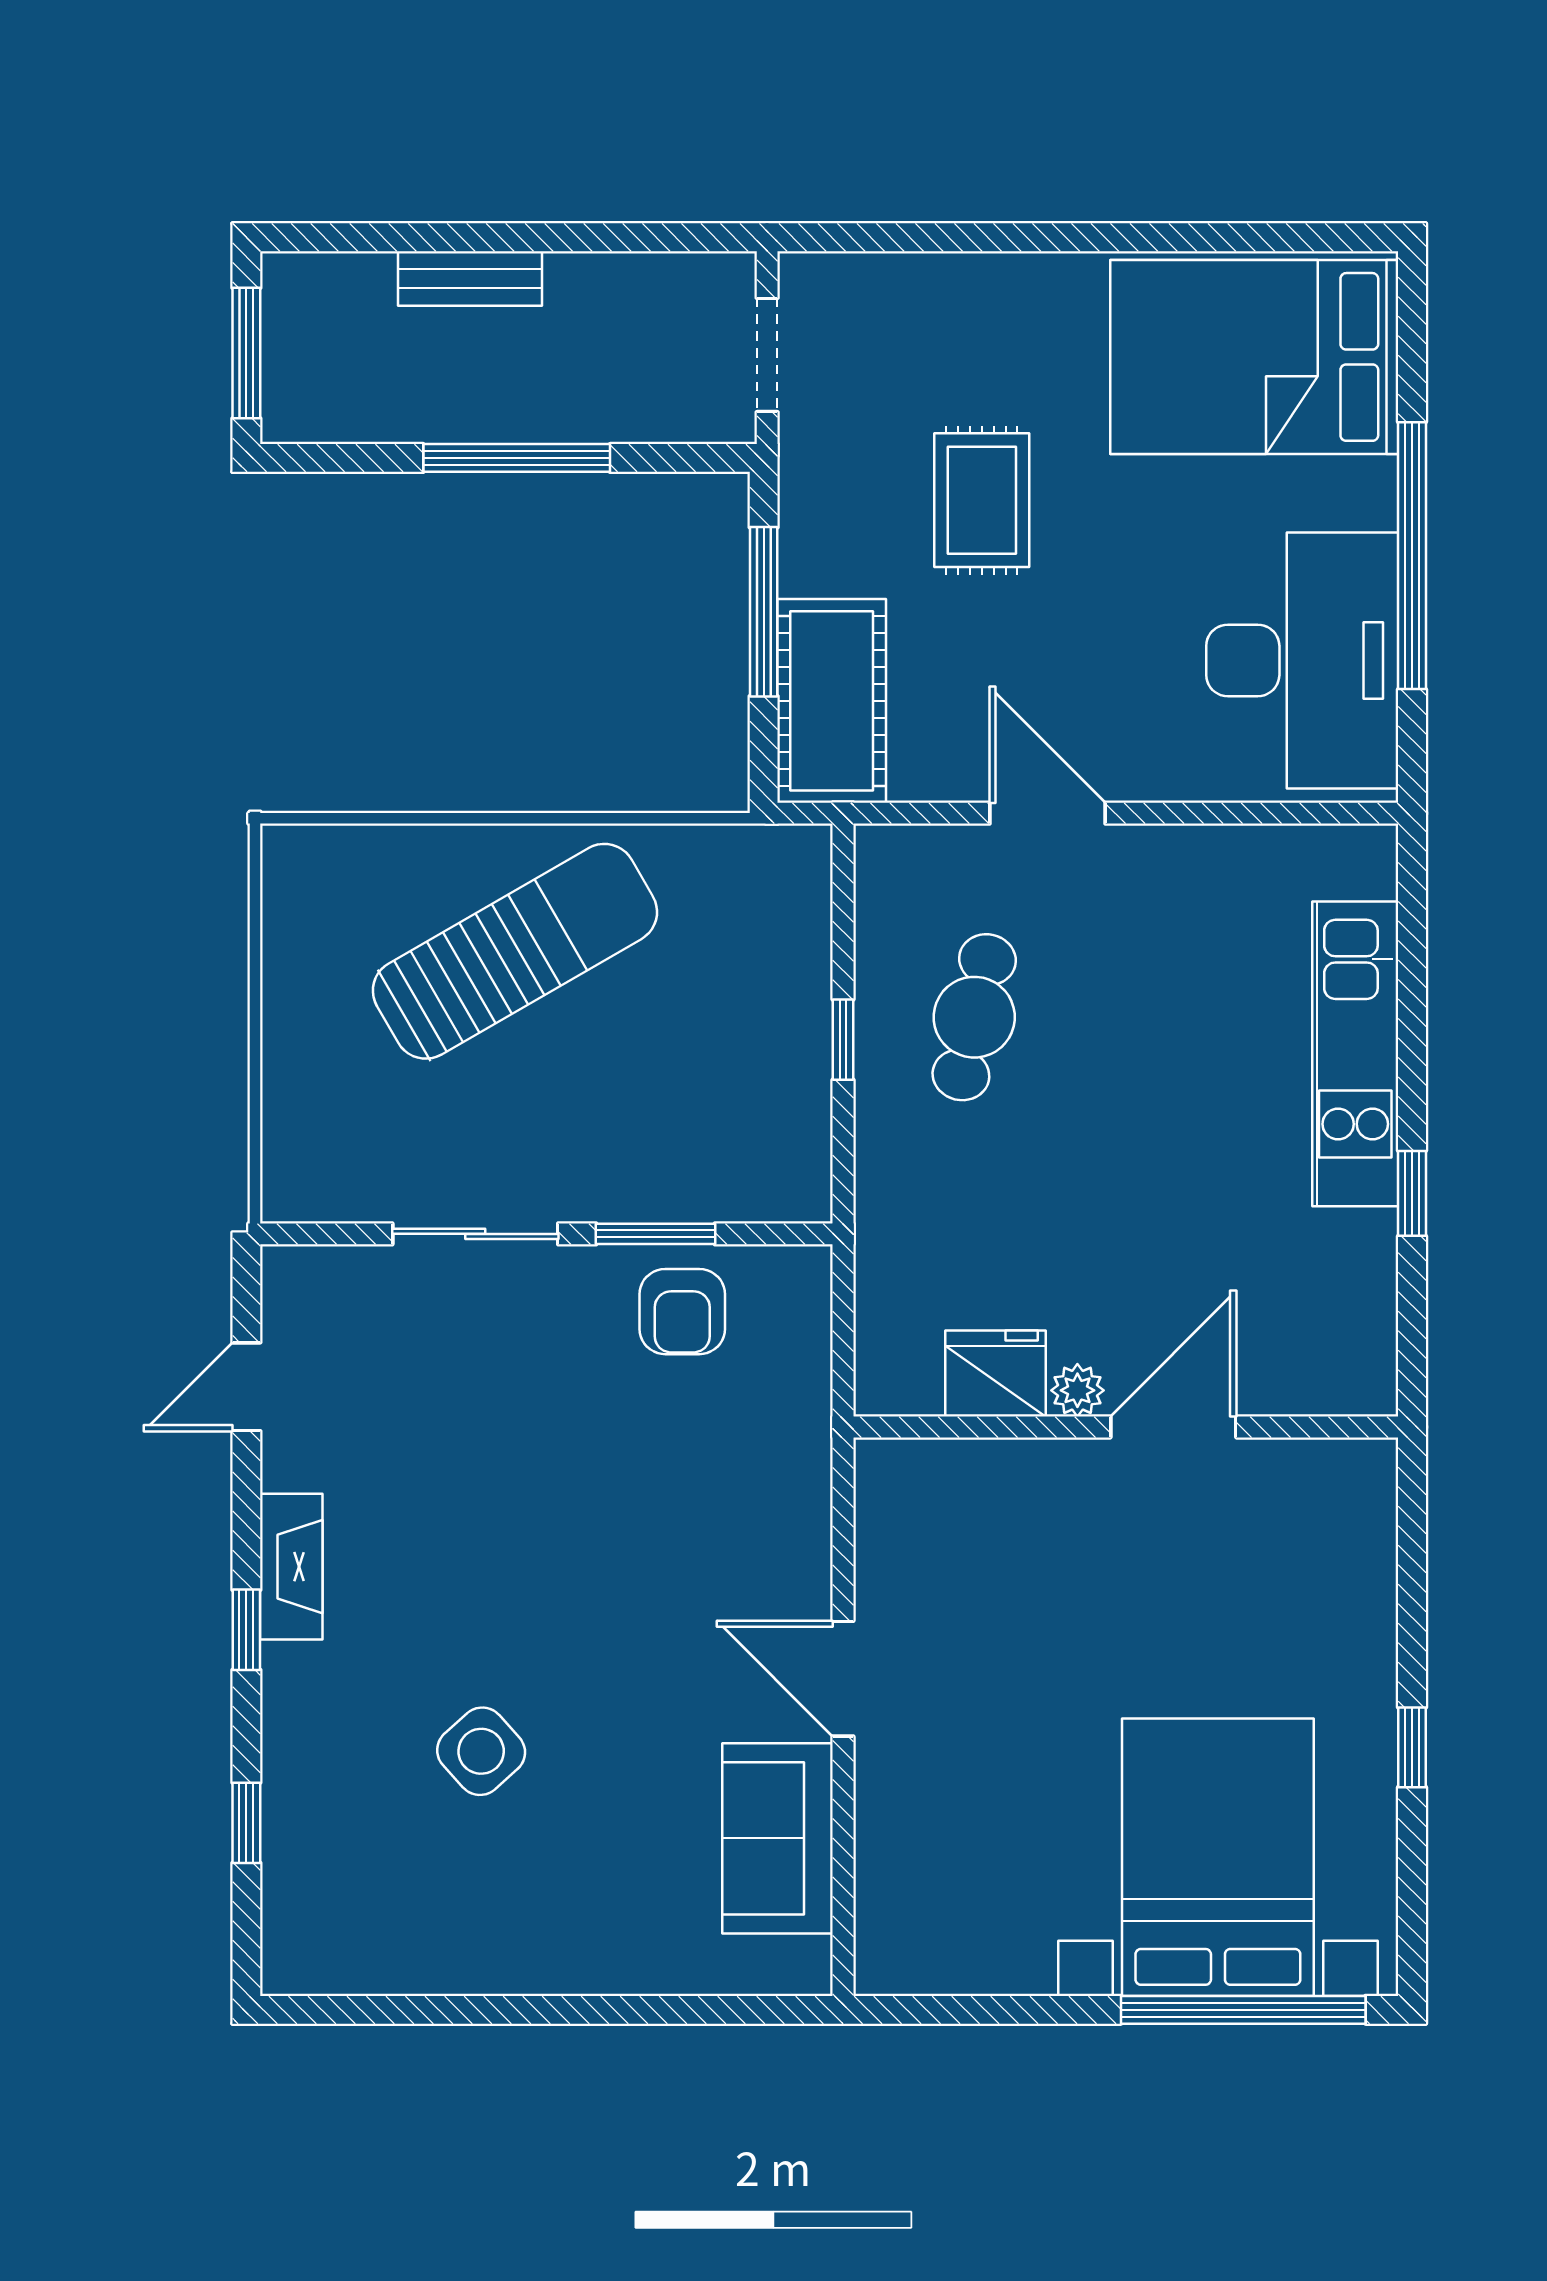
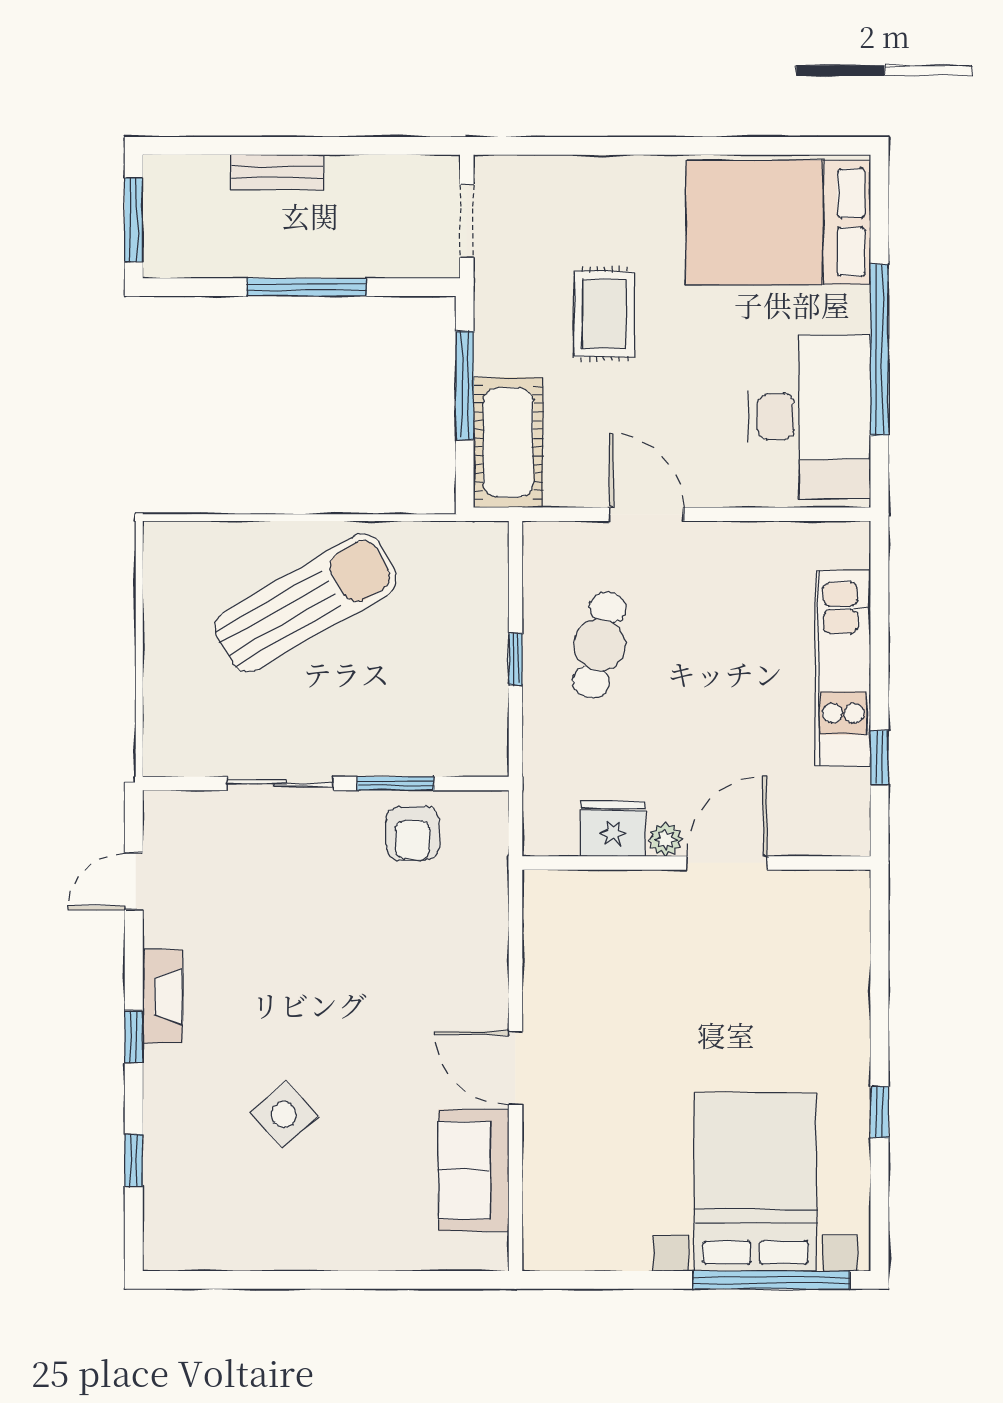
fridge: (995, 1373) -> (613, 829), moved
plant: (1077, 1390) -> (665, 839), moved
wall: (1126, 1427) -> (696, 863), moved
door: (1173, 1427) -> (727, 863), moved

